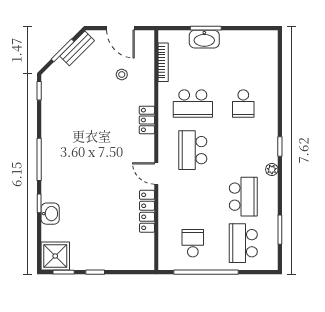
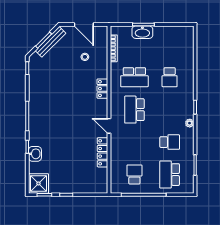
bench: (77, 48) -> (51, 42), width x1.36
school desk: (243, 197) -> (170, 142), width x0.54

